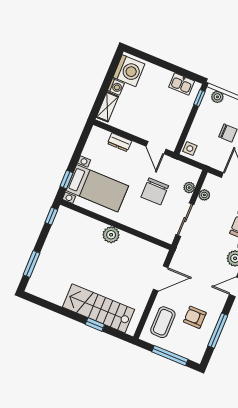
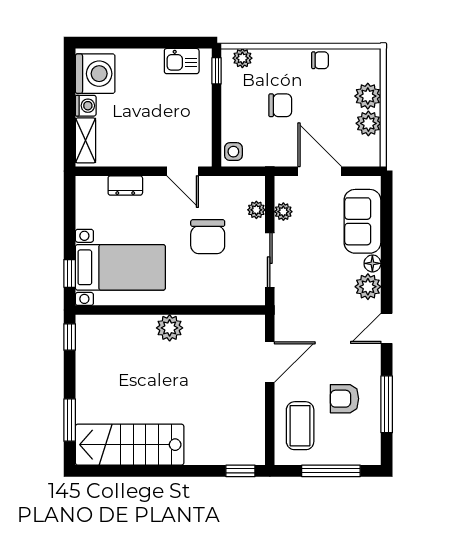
stairs: (99, 308) -> (130, 445), moved
window: (95, 325) -> (240, 471), moved

